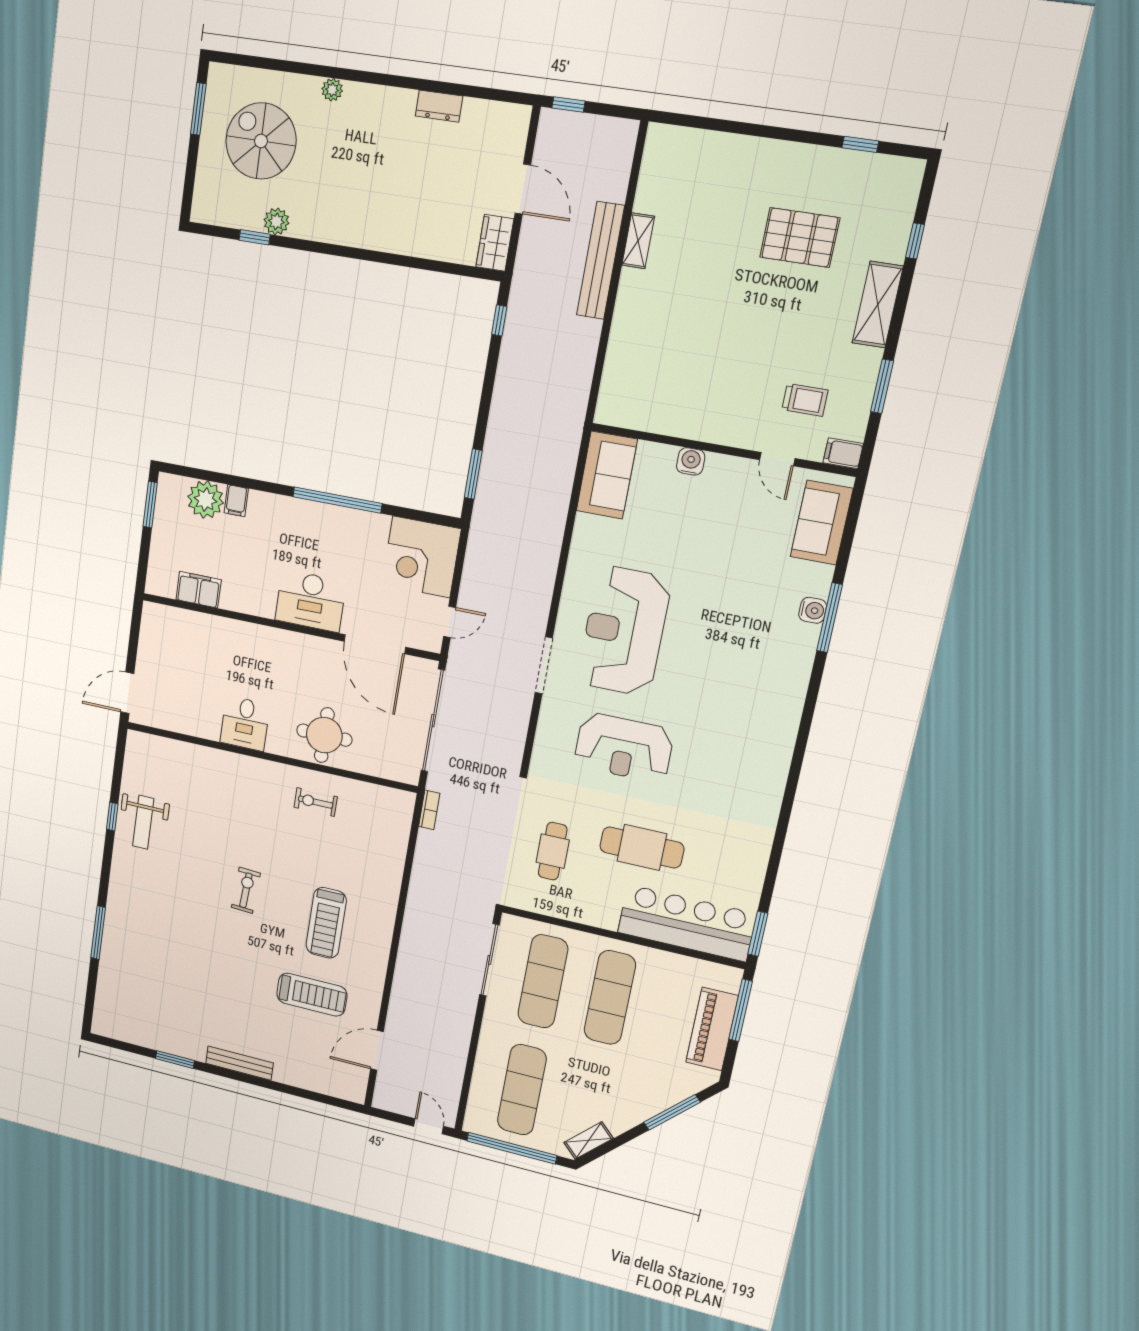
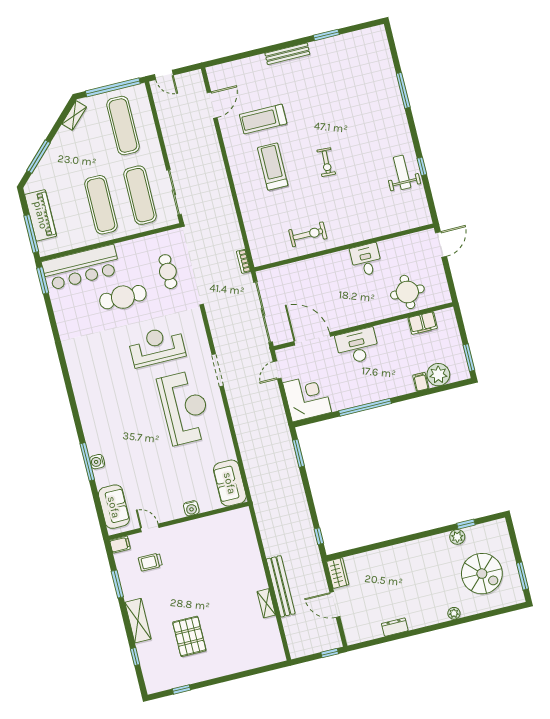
pallet: (800, 238) -> (189, 636), turned 90
round table: (324, 735) -> (407, 292), moved
exercise bike: (316, 802) -> (308, 234), width x1.38, depth x1.39

